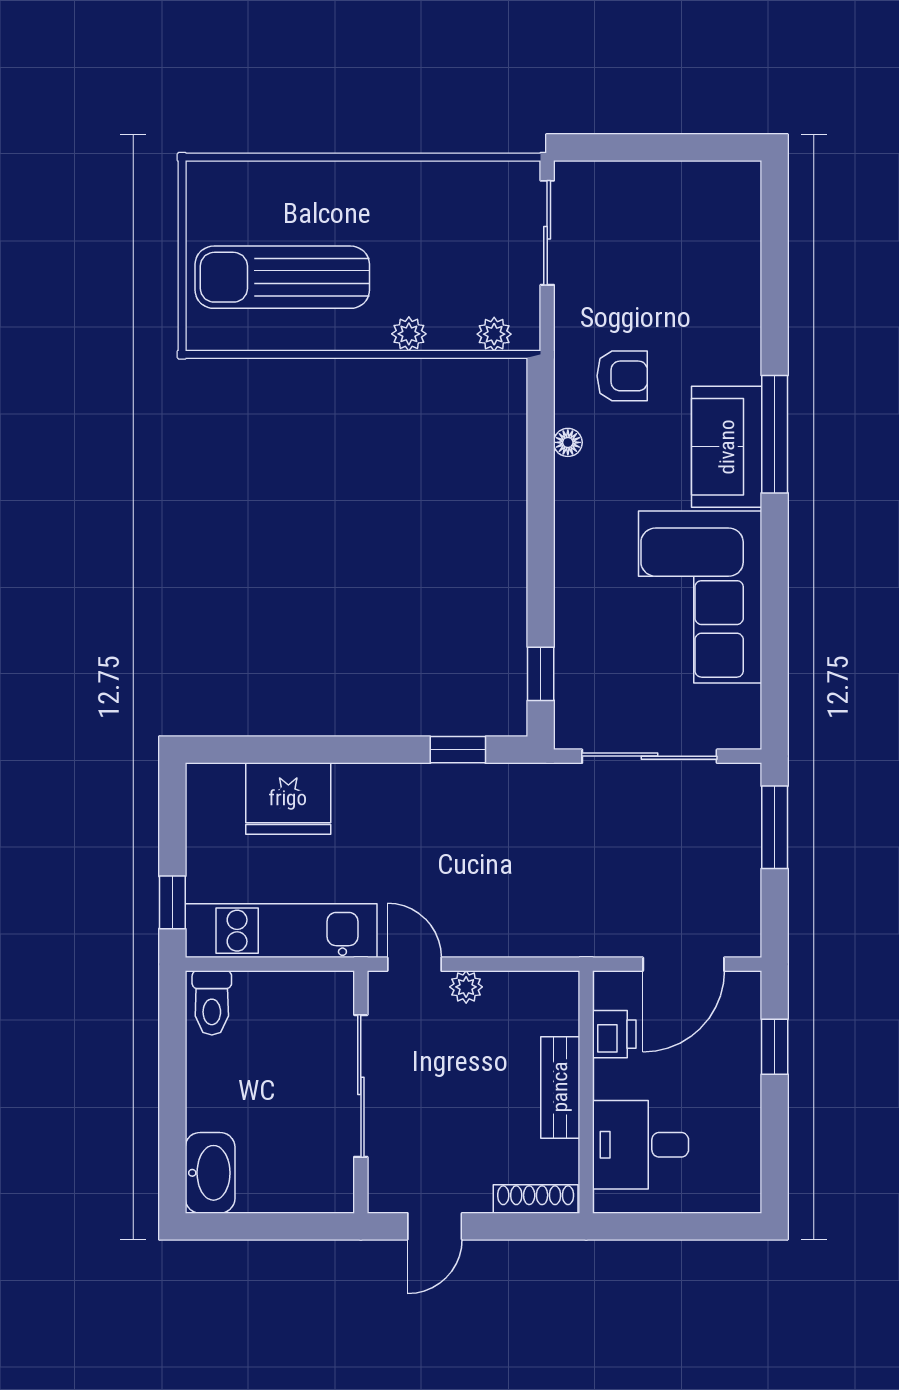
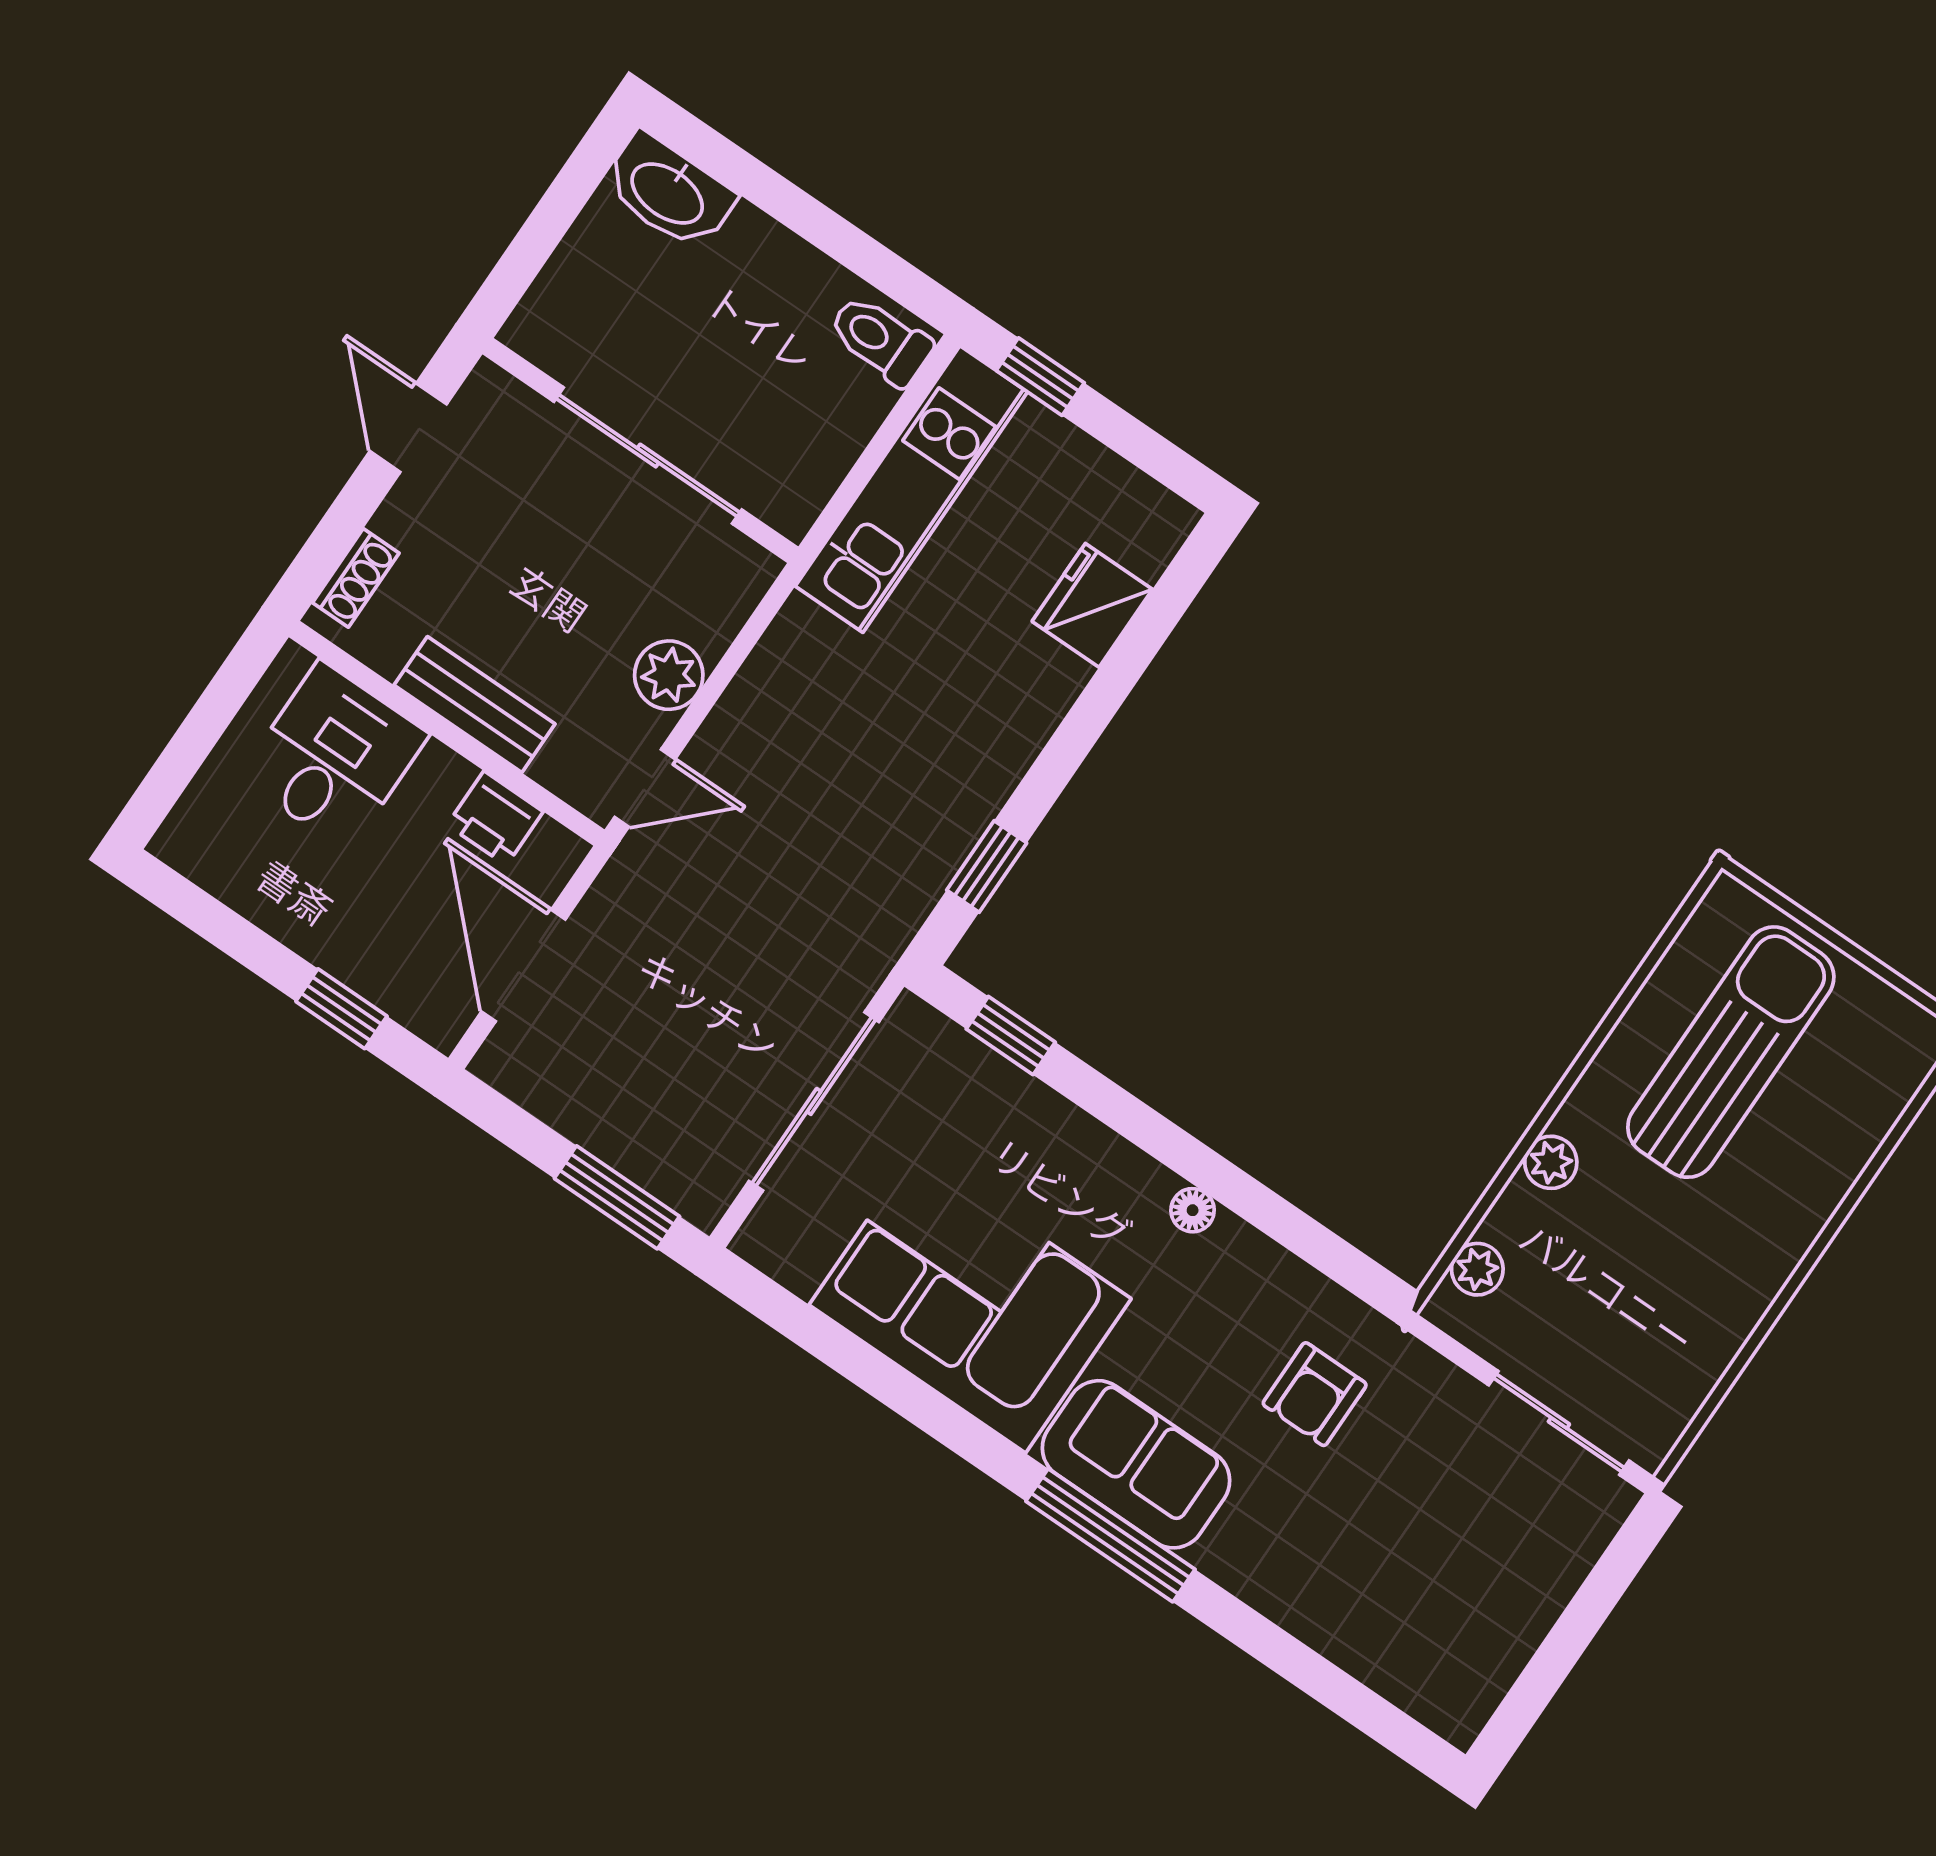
floor lamp: (568, 442) -> (1193, 1210), moved
fridge: (288, 798) -> (1092, 605), width x0.73, depth x0.75
door: (414, 964) -> (645, 788), moved
plant: (466, 987) -> (669, 675), width x1.38, depth x1.38
shoe rack: (536, 1199) -> (356, 578), width x0.70

